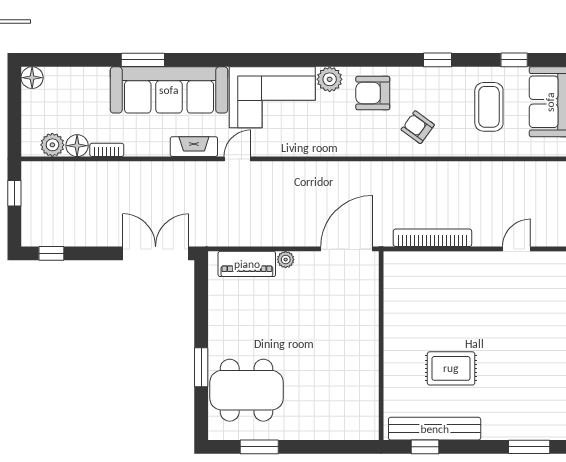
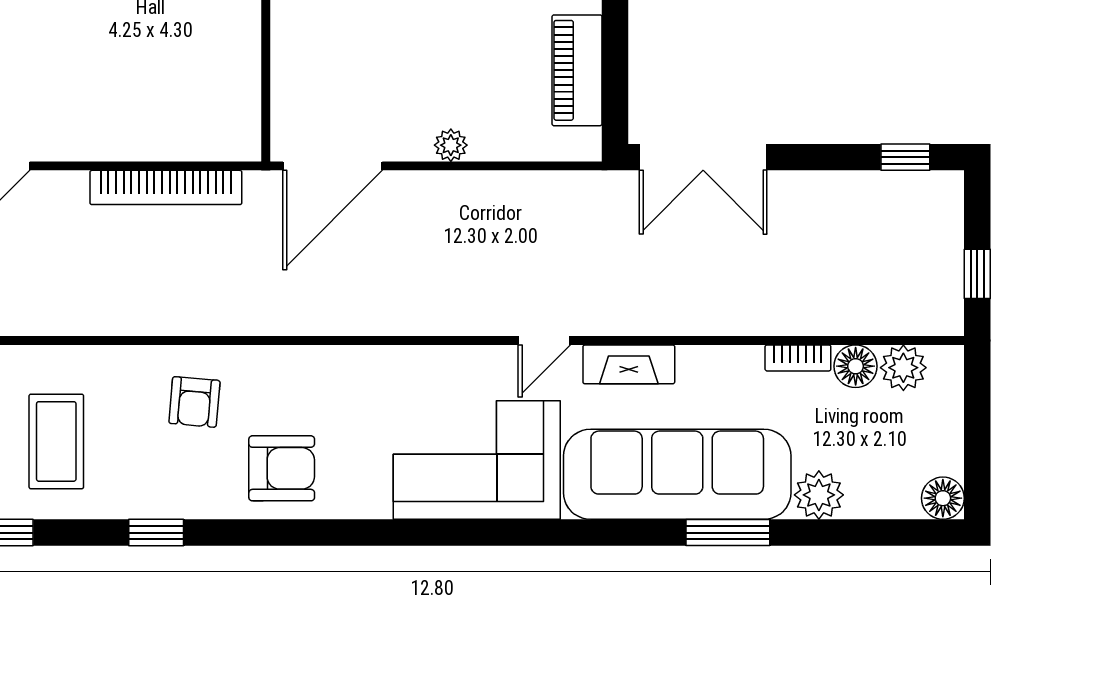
plant: (330, 79) -> (819, 495), moved
armchair: (418, 127) -> (194, 402), turned 59
piano: (247, 264) -> (577, 70), moved, turned -90

